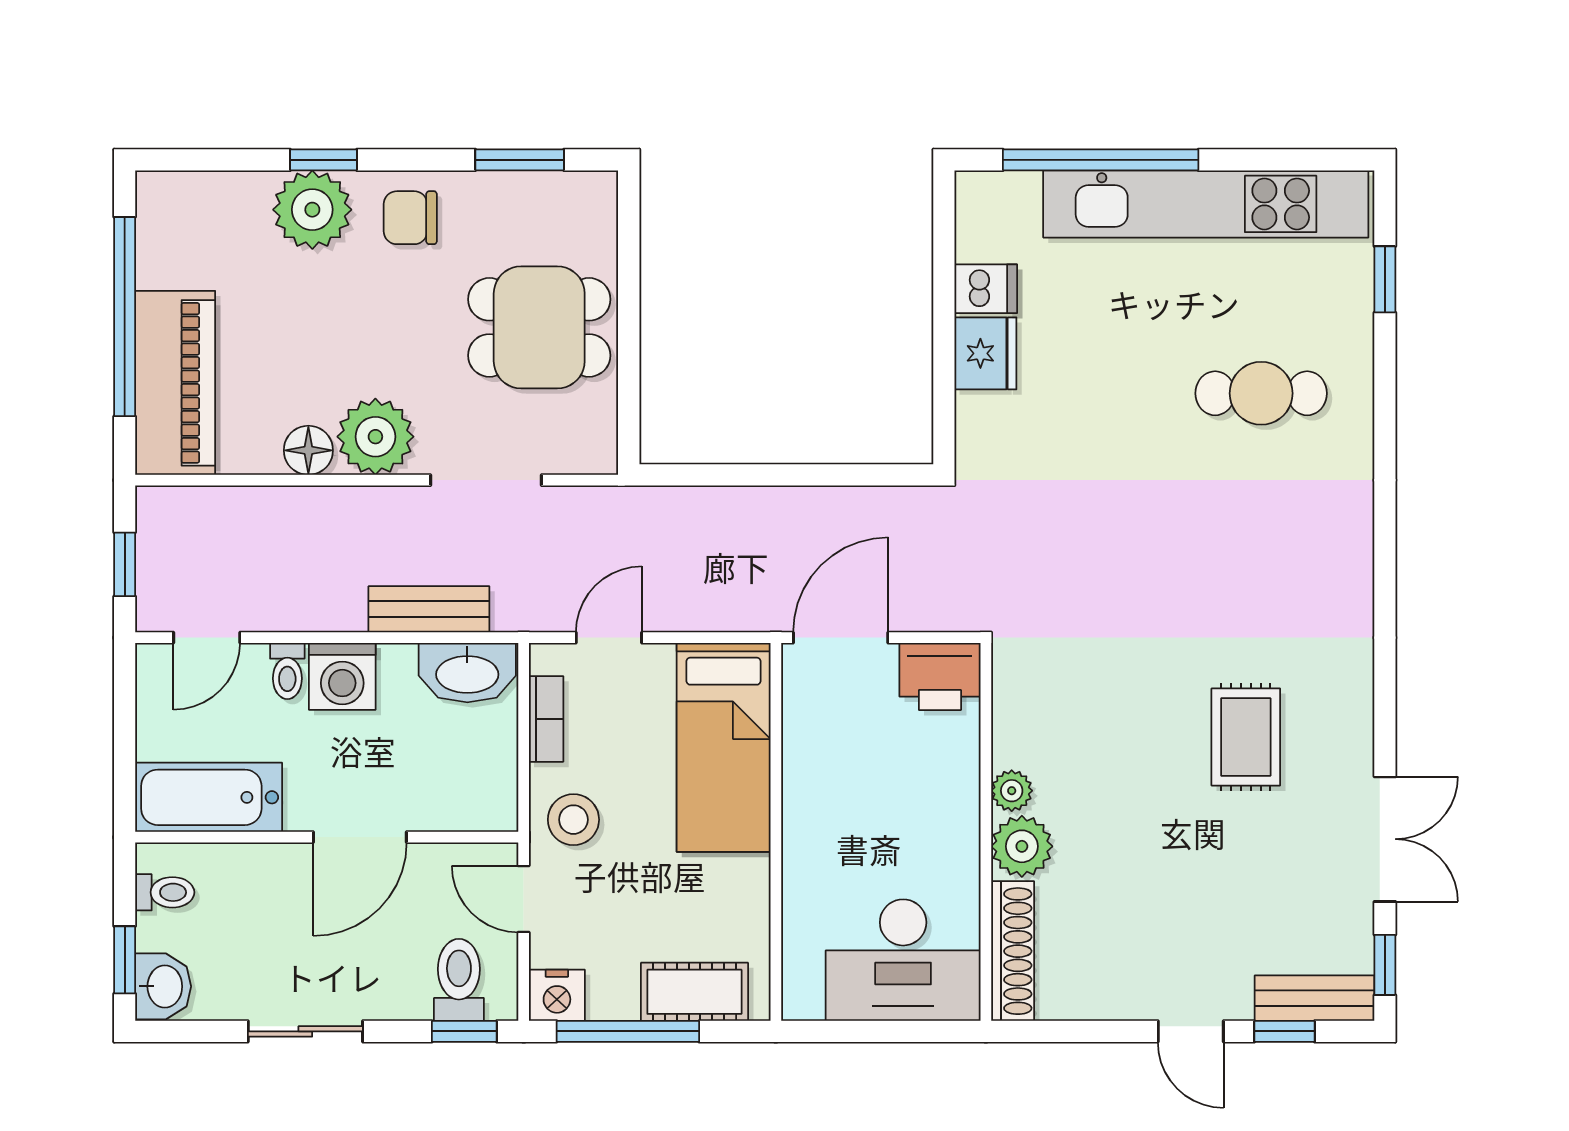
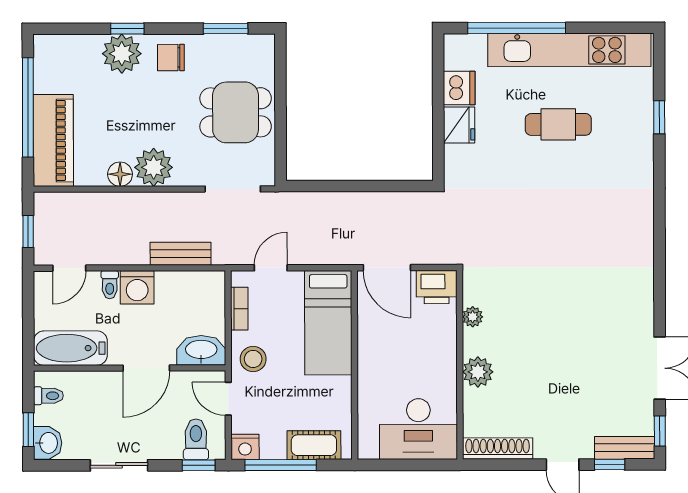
window: (1385, 279) -> (659, 117), moved
dishwasher: (986, 289) -> (459, 88), width x1.38
cafe table: (1261, 393) -> (558, 124), moved
doorway: (486, 480) -> (233, 189), moved
door: (841, 638) -> (387, 268), swing flipped
washbasin: (467, 673) -> (201, 350), moved, turned 180
rug: (1246, 737) -> (590, 317), removed
plant: (1012, 791) -> (473, 317), moved
shoe rack: (1013, 951) -> (498, 449), moved, turned -90

